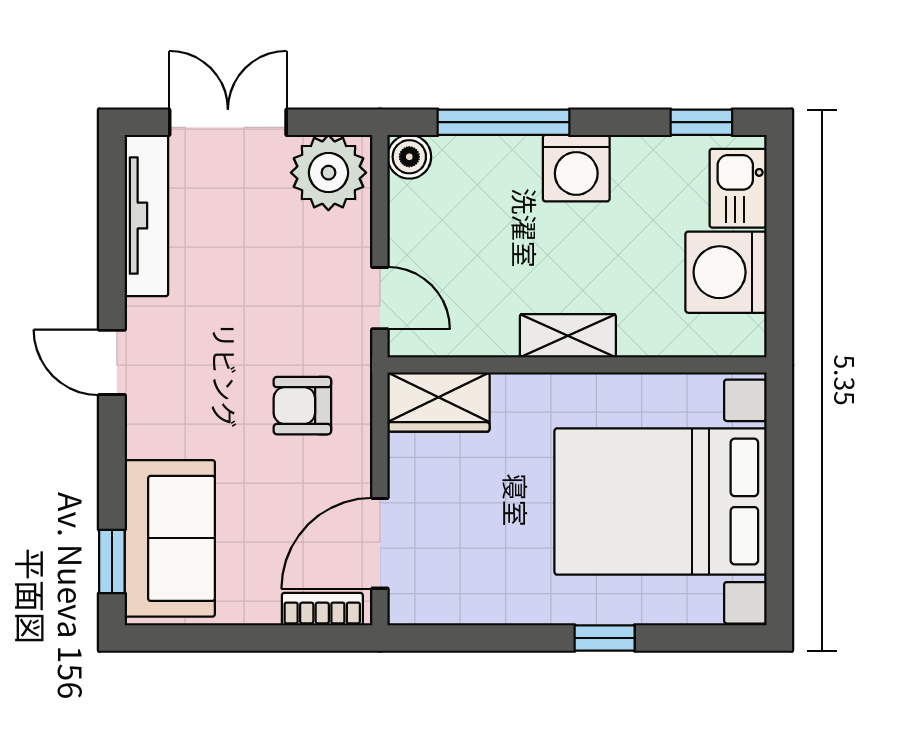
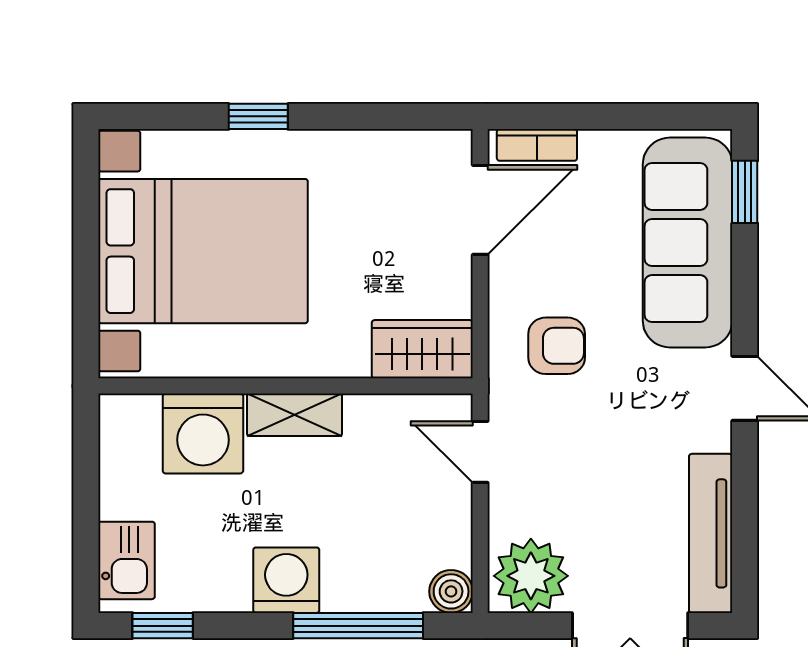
washing machine: (726, 272) -> (203, 433), moved, turned 90
sofa: (170, 538) -> (688, 242), width x1.36

